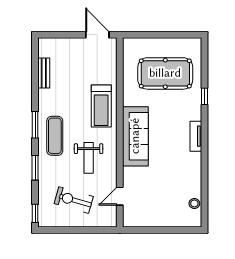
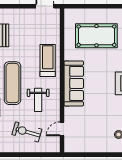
treadmill: (101, 106) -> (48, 60), turned 180
exercise mat: (55, 136) -> (12, 83), width x1.36, depth x1.45

